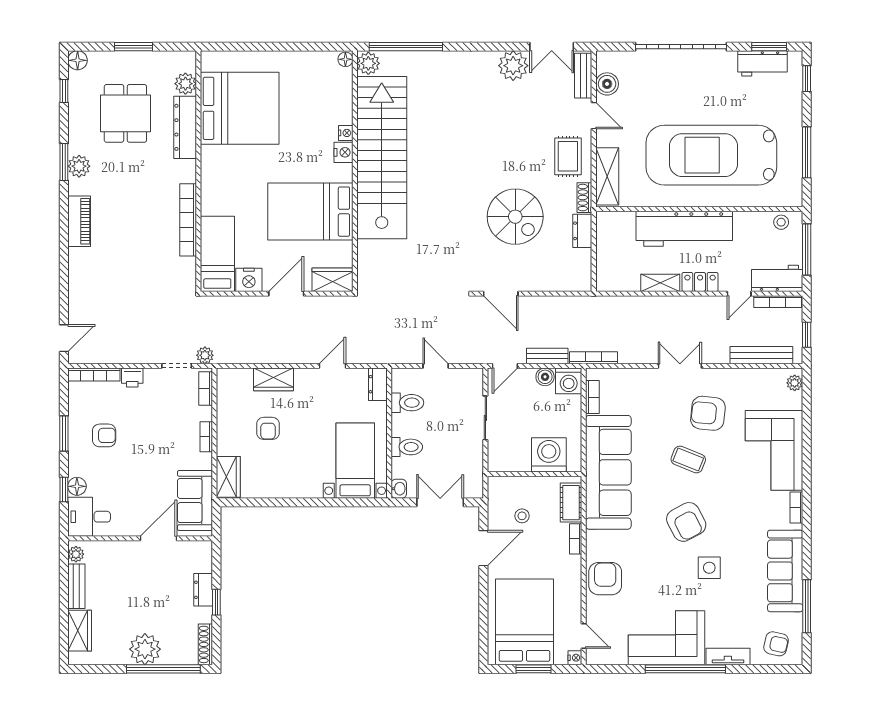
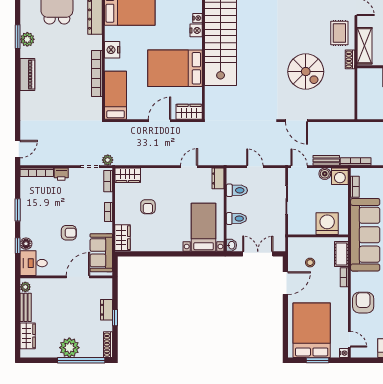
dresser: (582, 231) -> (349, 81), removed
nightstand: (249, 280) -> (112, 50), moved, turned 90
door: (505, 366) -> (299, 167), swing flipped
wardrobe: (273, 379) -> (128, 175), moved
armchair: (104, 435) -> (69, 233), moved

